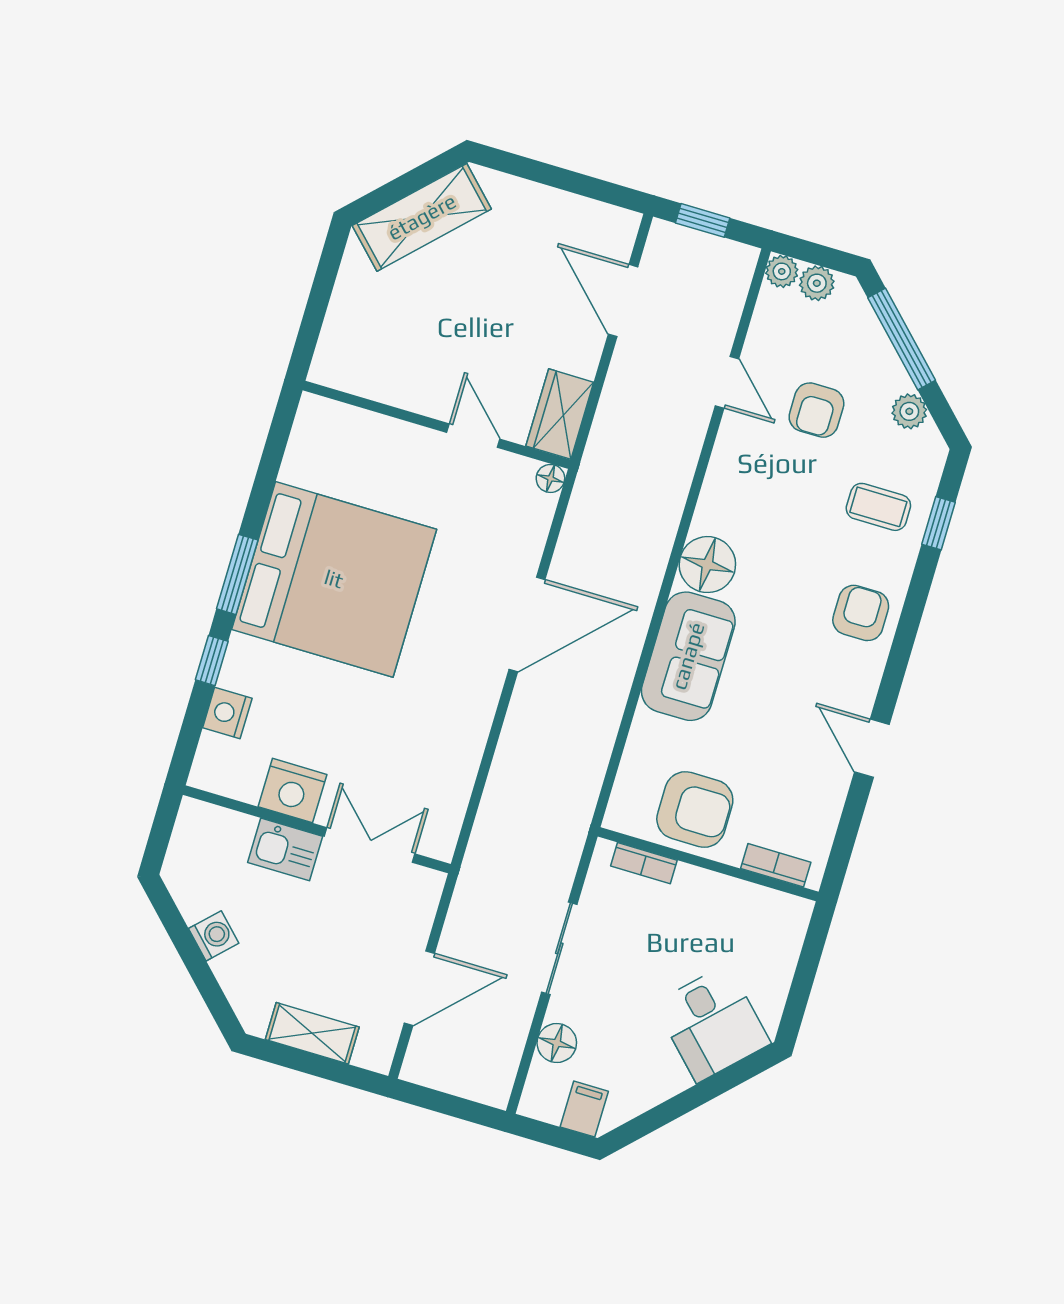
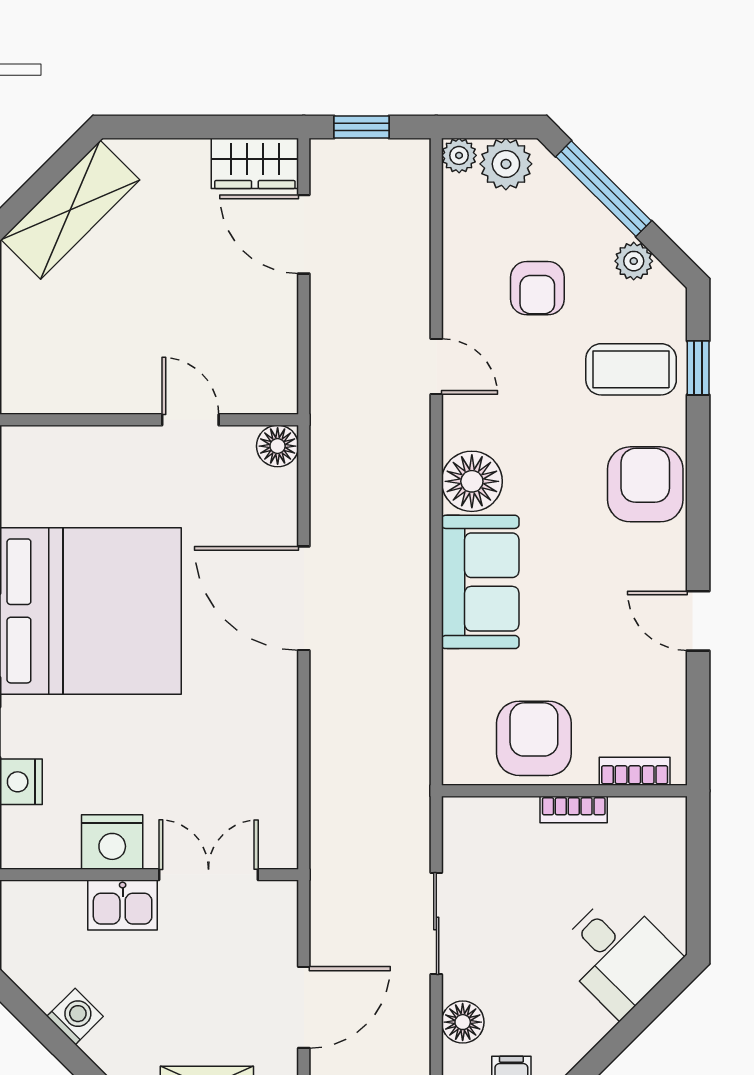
plant: (817, 283) -> (506, 164), width x1.38, depth x1.38
door: (727, 382) -> (436, 367), moved
wardrobe: (560, 414) -> (255, 163), moved, turned -90
floor lamp: (550, 478) -> (278, 446), width x1.37, depth x1.37
coffee table: (878, 507) -> (631, 369), width x1.36, depth x1.30
armchair: (861, 613) -> (645, 484), width x1.38, depth x1.38
door: (527, 624) -> (304, 598), swing flipped
armchair: (695, 809) -> (534, 738), turned -90
bookcase: (644, 863) -> (574, 809), moved

